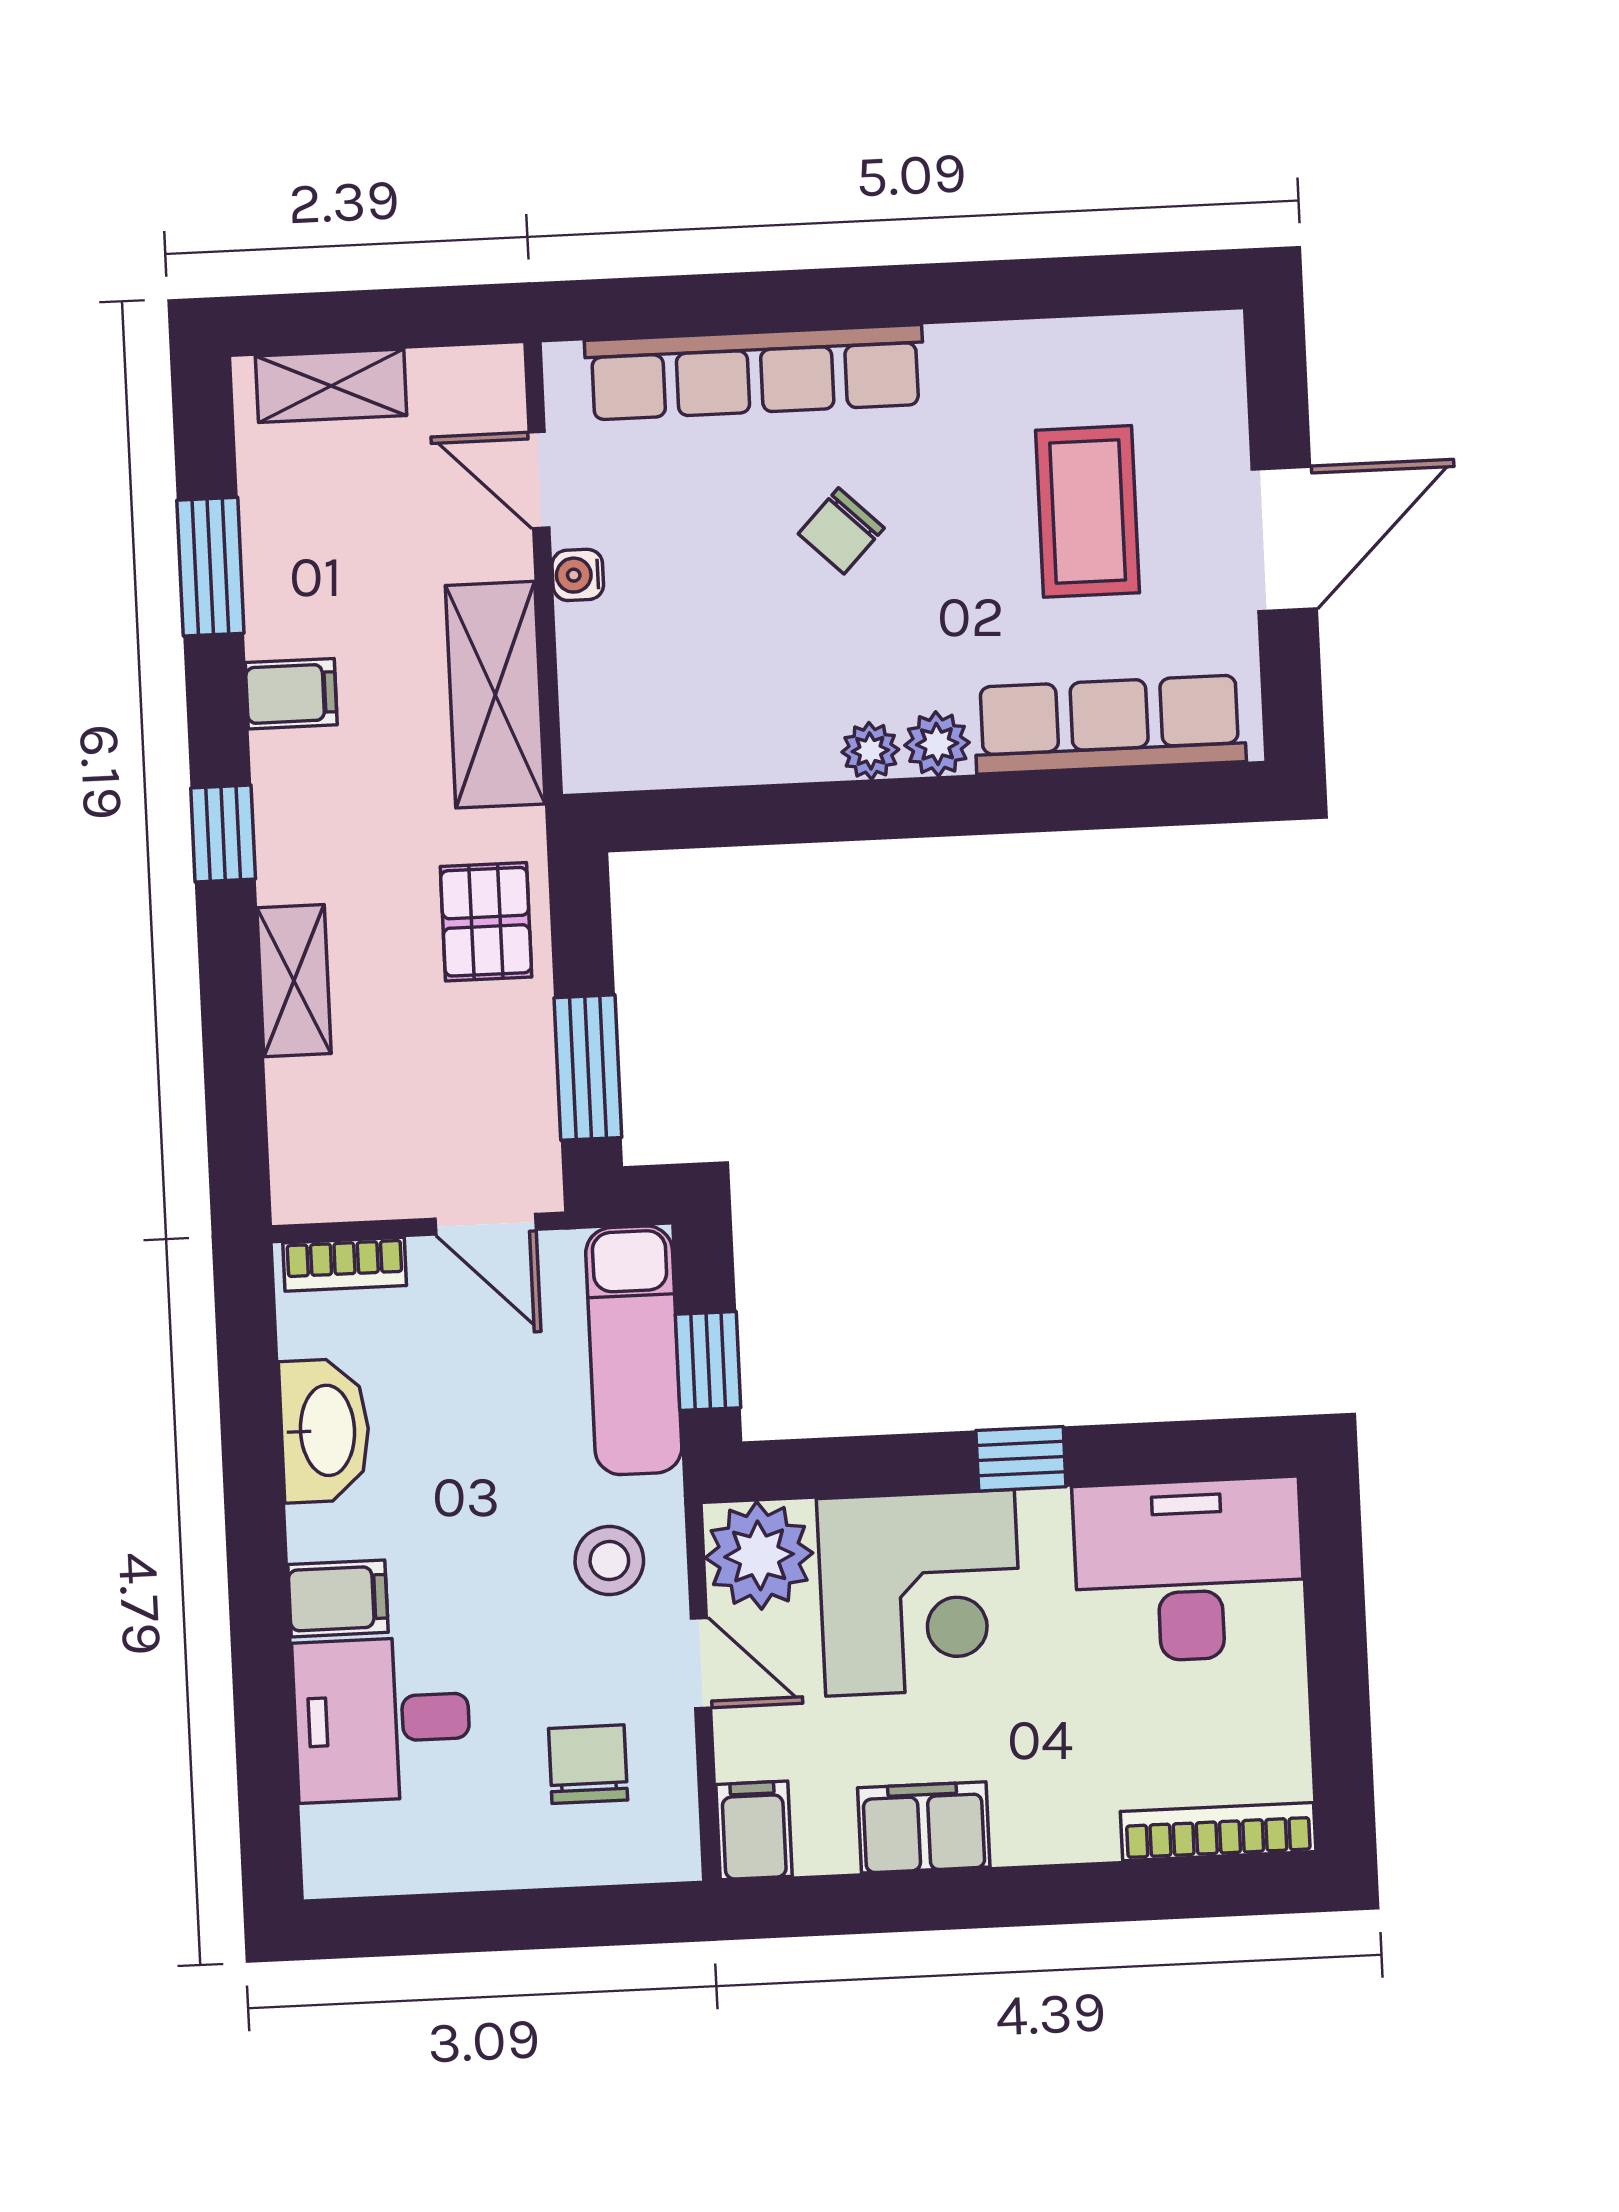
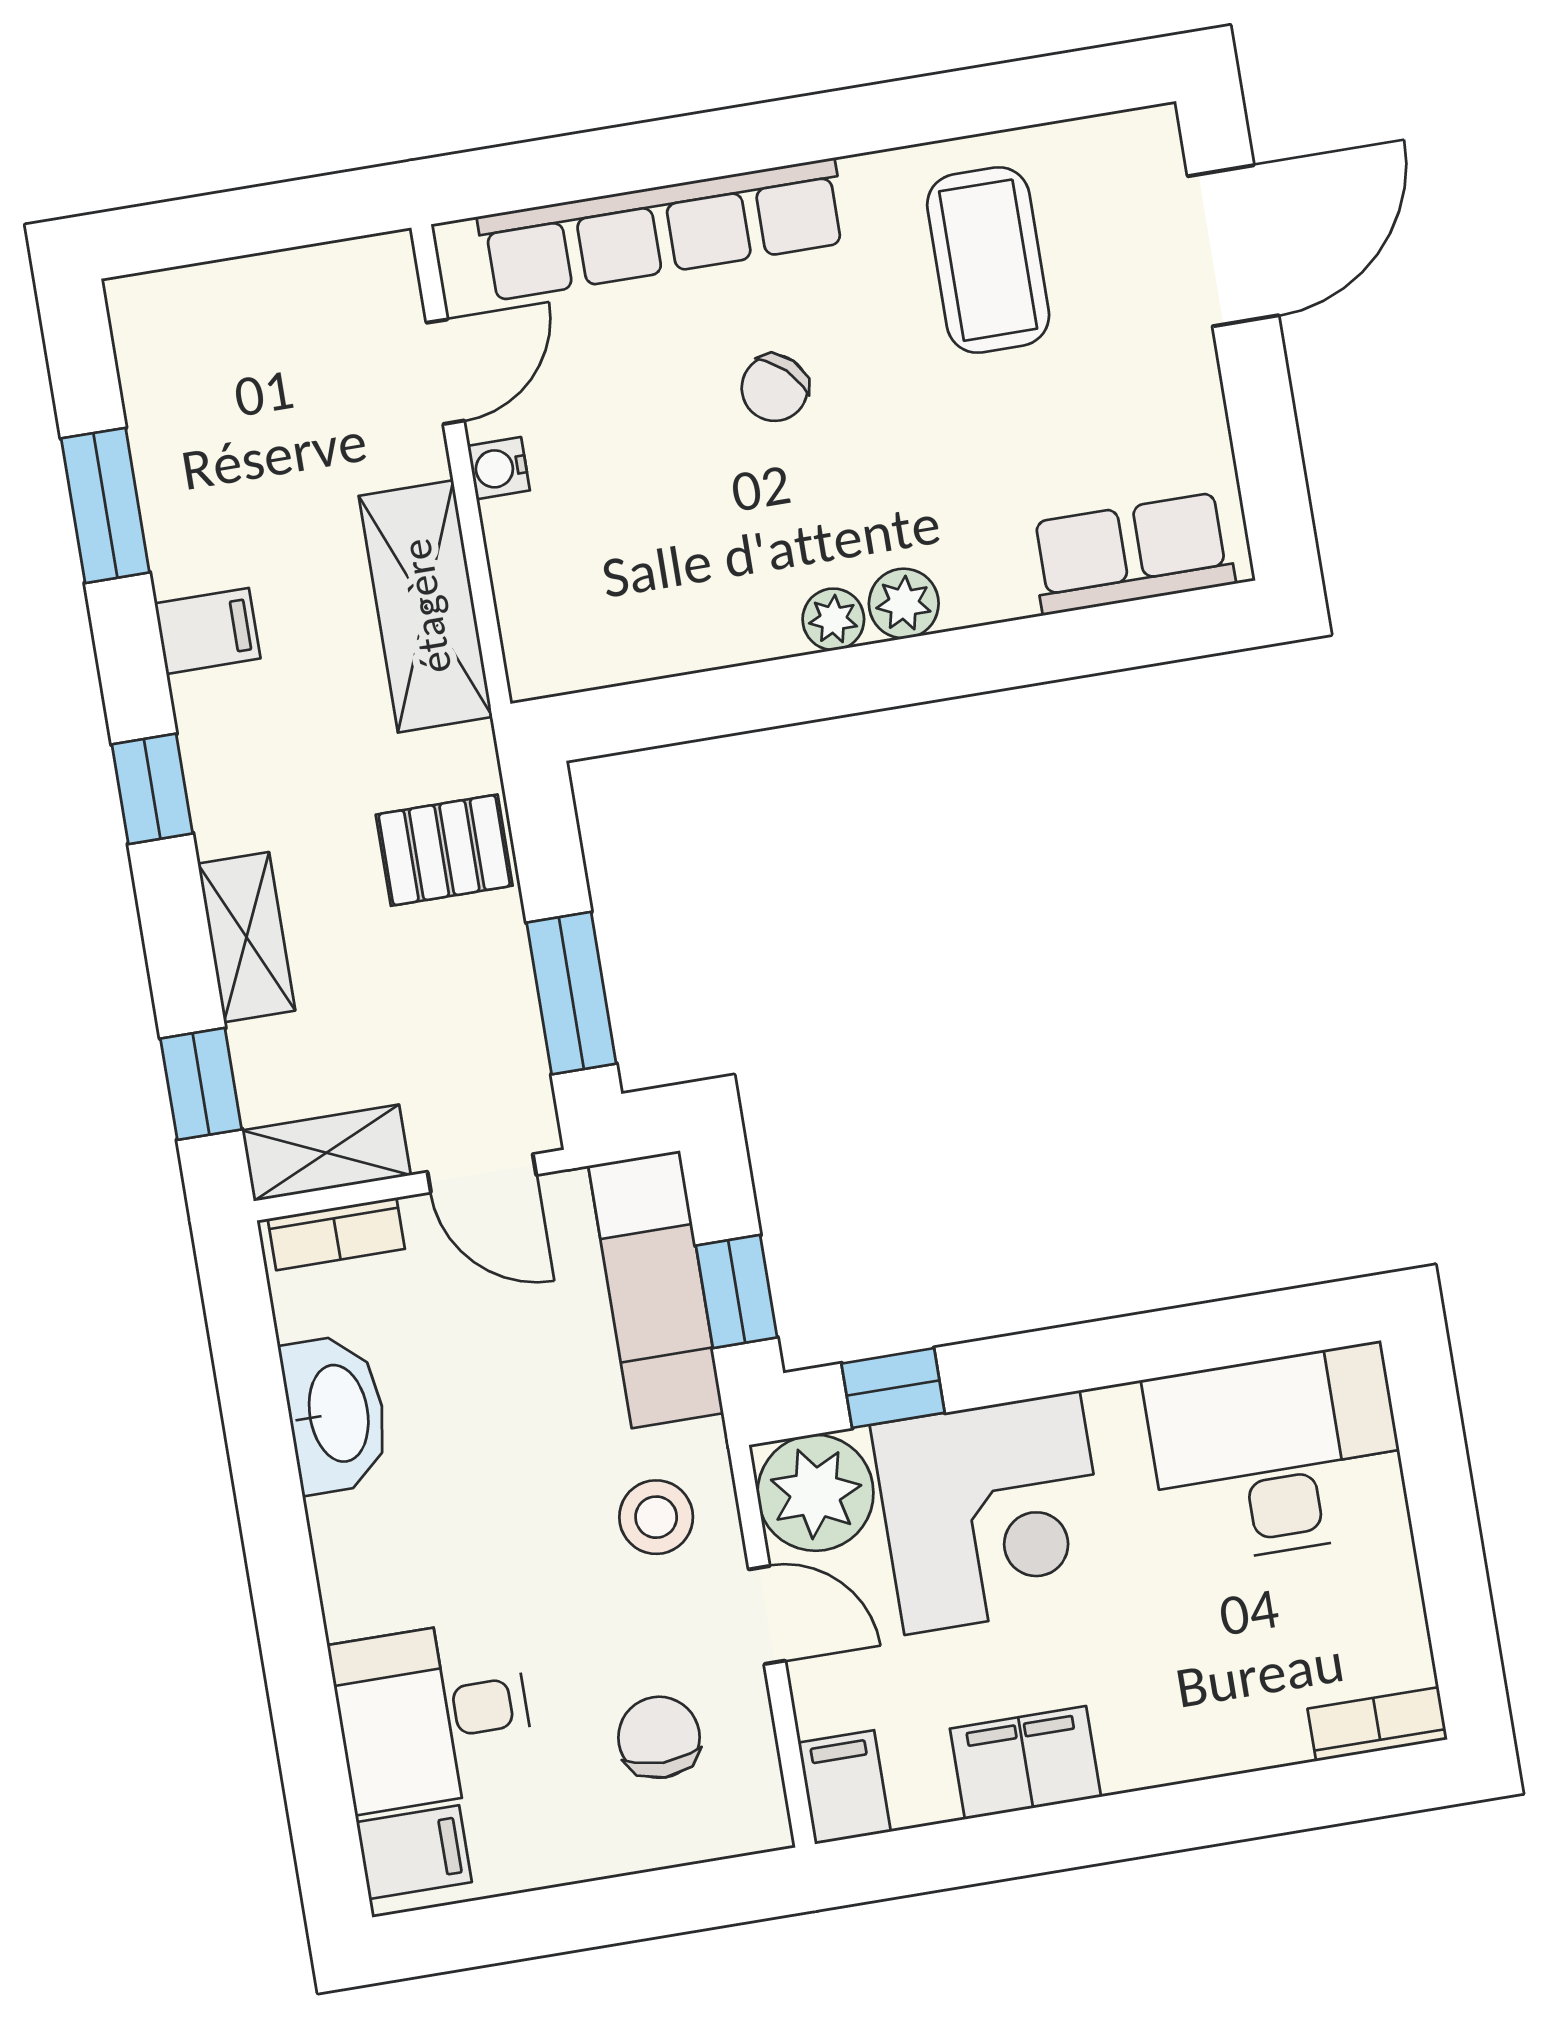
shelving: (331, 386) -> (326, 1153), moved
door: (539, 480) -> (445, 372), swing flipped
coffee table: (1088, 511) -> (988, 260), moved
door: (1284, 539) -> (1233, 246), moved
row of seats: (1110, 724) -> (1132, 553), width x0.68
pallet: (486, 922) -> (444, 850), turned 90
window: (236, 1111) -> (201, 1084), added
window: (1021, 1459) -> (893, 1388), moved
filing cabinet: (338, 1598) -> (414, 1852), moved
bookcase: (1218, 1832) -> (1377, 1724), width x0.64

